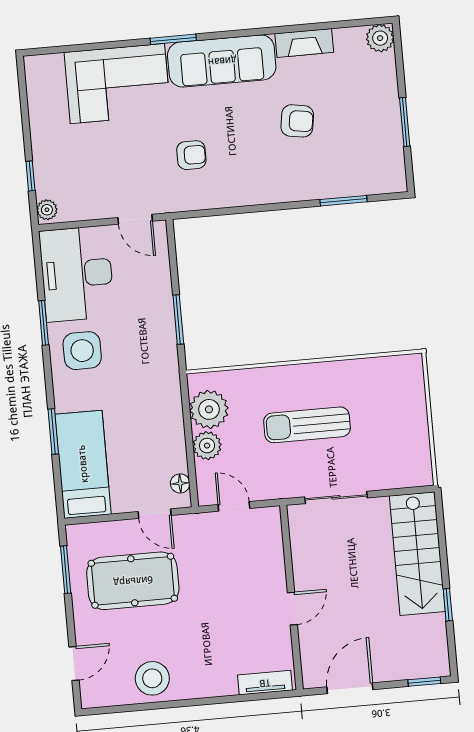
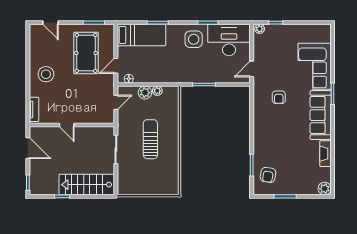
armchair: (297, 121) -> (268, 175), moved
plant: (209, 409) -> (157, 91), width x0.53, depth x0.53
stool: (152, 678) -> (46, 74), moved

